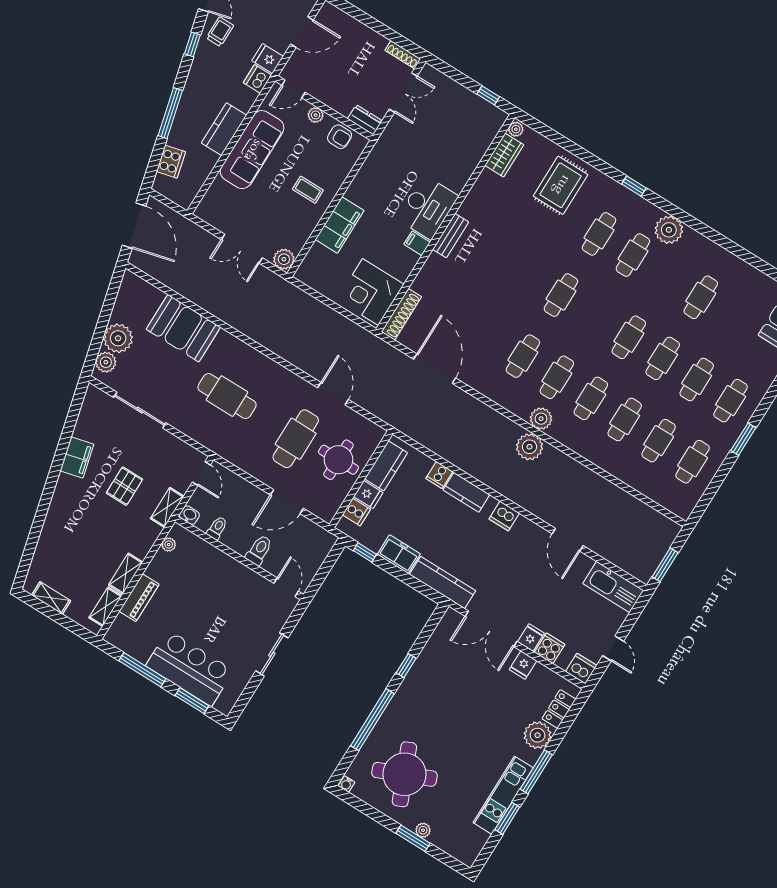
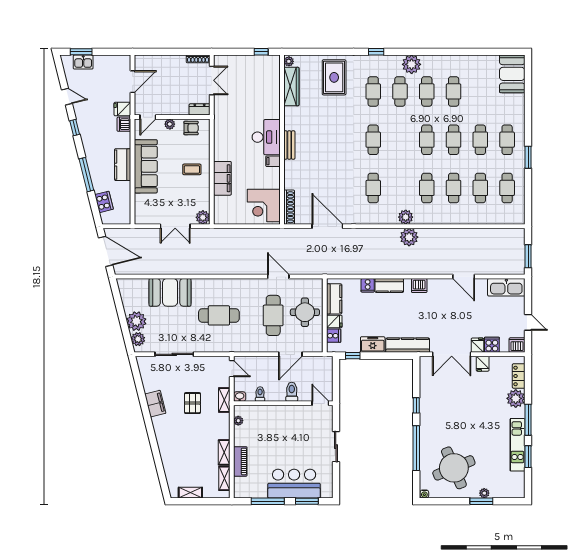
trolley: (220, 32) -> (86, 111), removed
wardrobe: (504, 155) -> (291, 87), width x1.50
cafe table: (557, 377) -> (427, 91), moved

